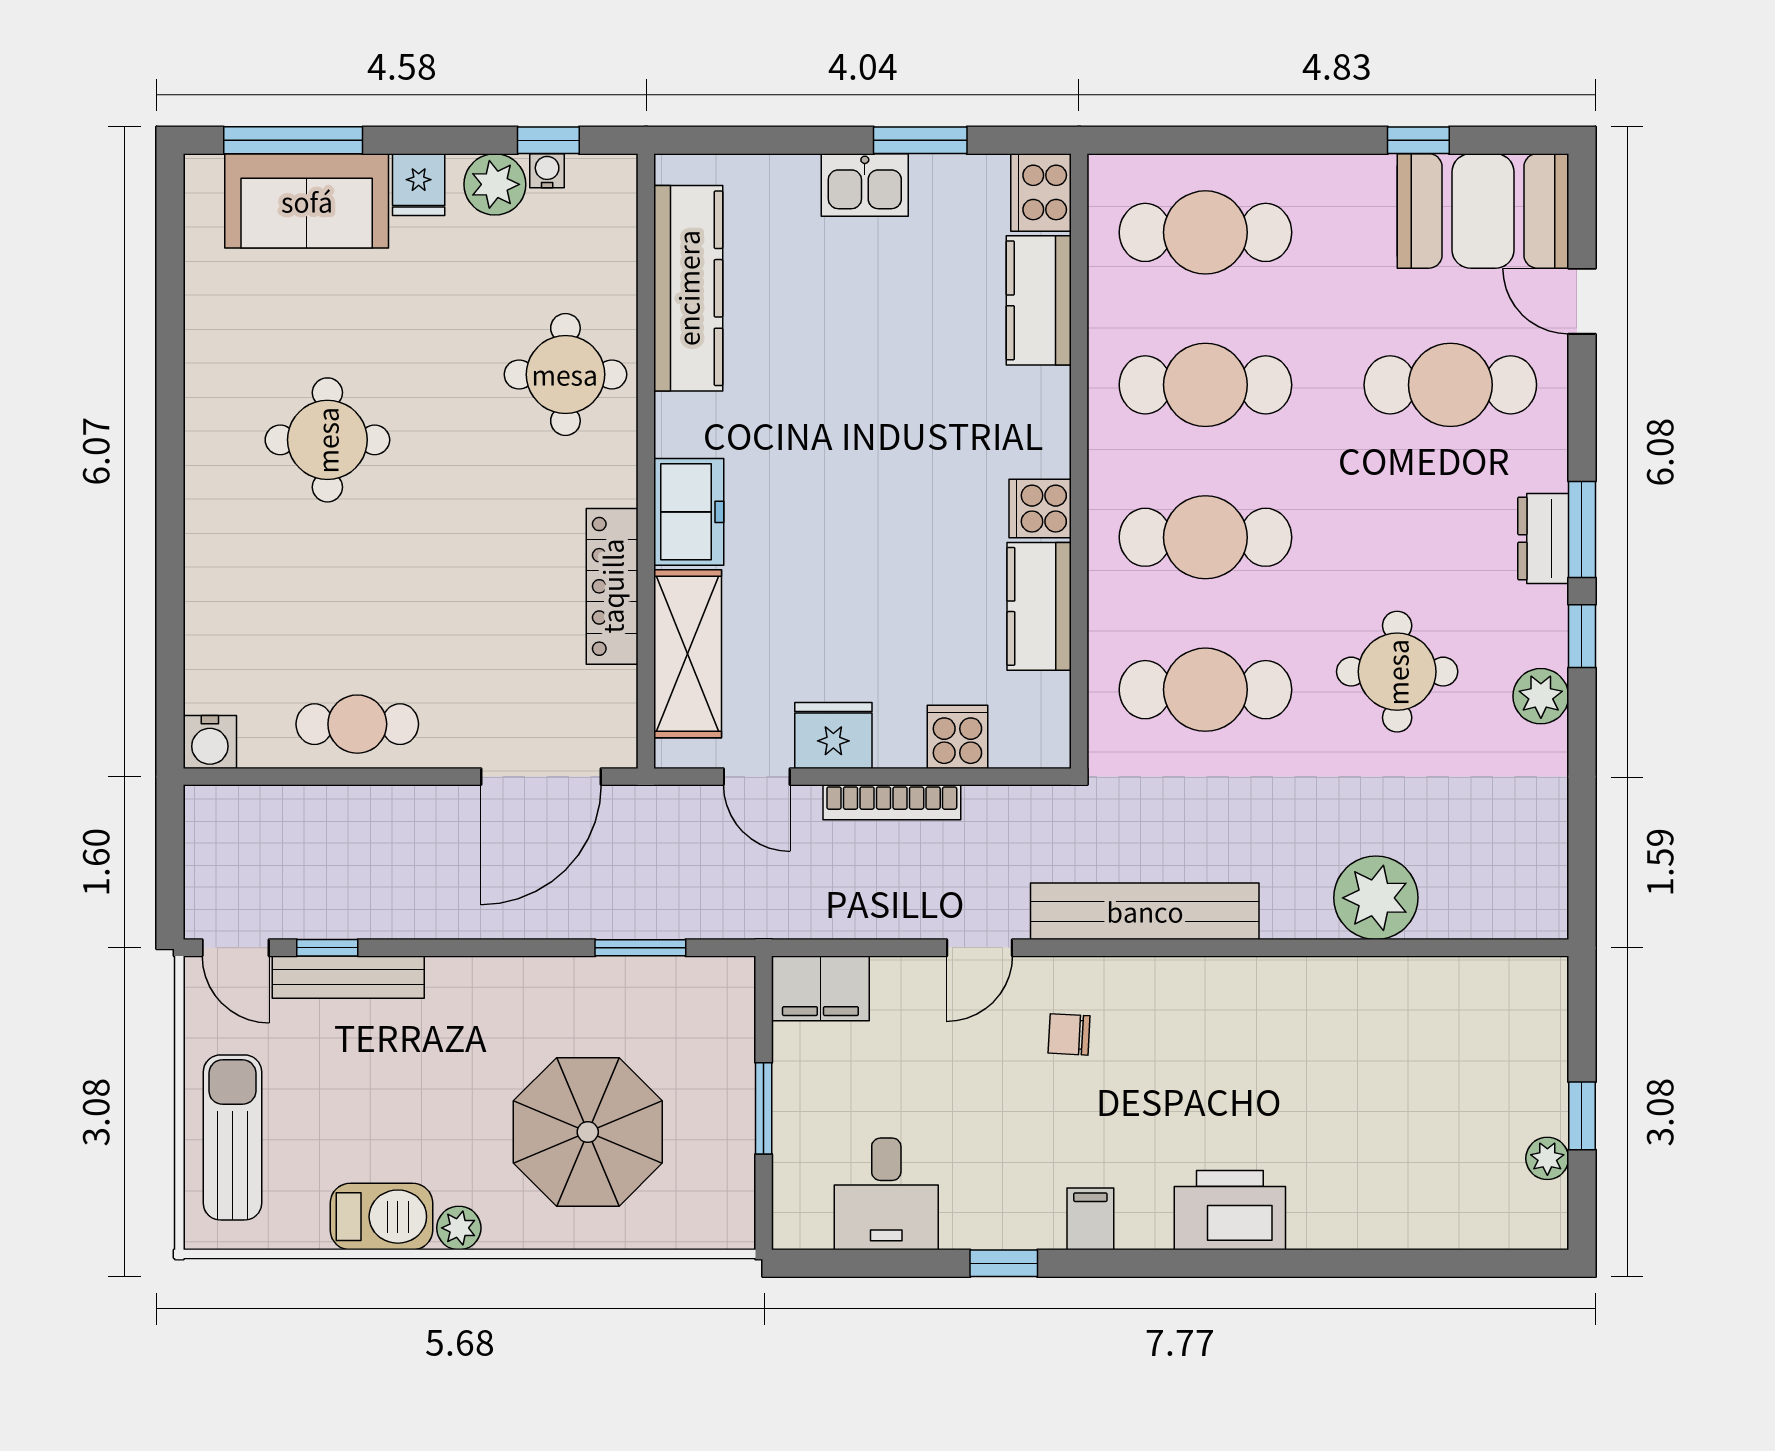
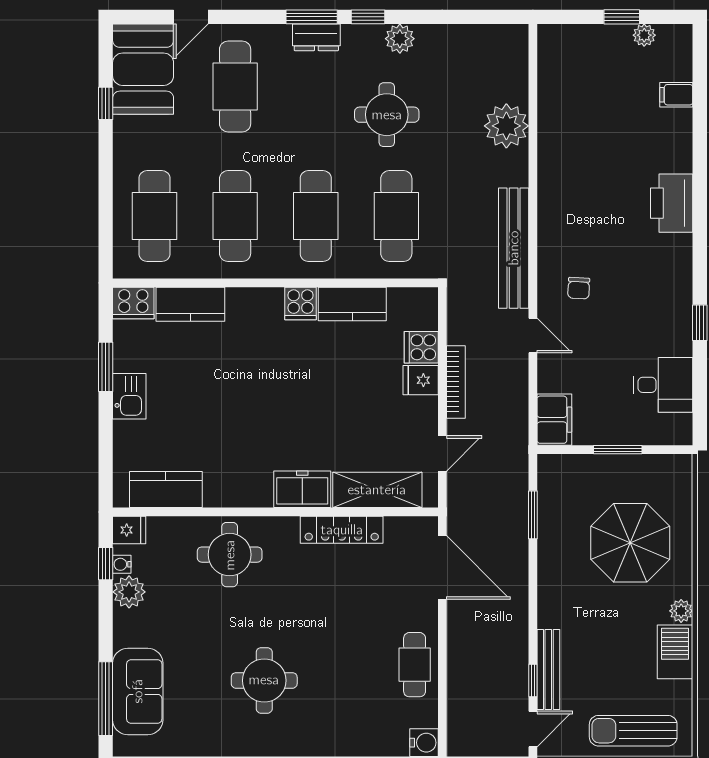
fridge: (419, 185) -> (129, 530), moved
kitchen counter: (688, 288) -> (166, 490), width x0.67
fridge: (833, 735) -> (421, 380), moved, width x0.72
filing cabinet: (1090, 1219) -> (676, 95), moved

